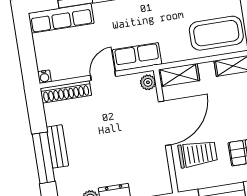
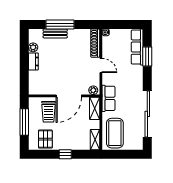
row of seats: (137, 57) -> (109, 98), moved
door: (165, 123) -> (69, 96), hinge flipped
bench: (57, 146) -> (55, 33), moved

